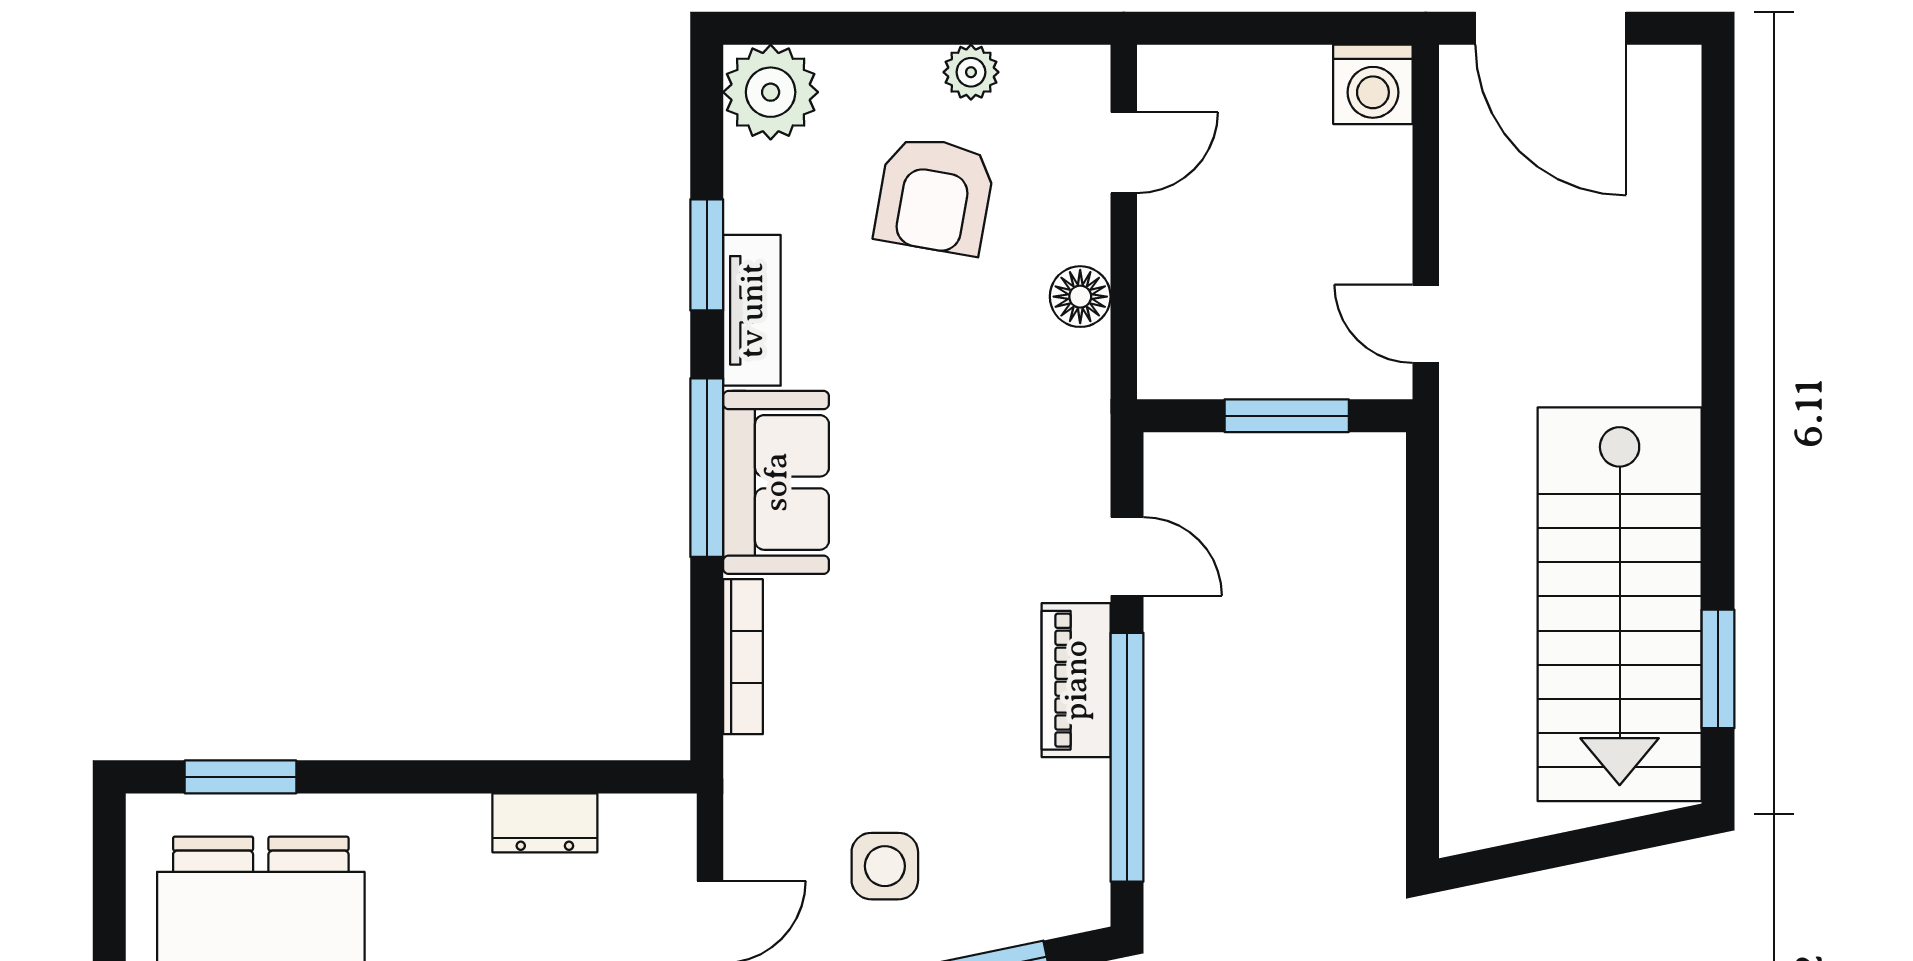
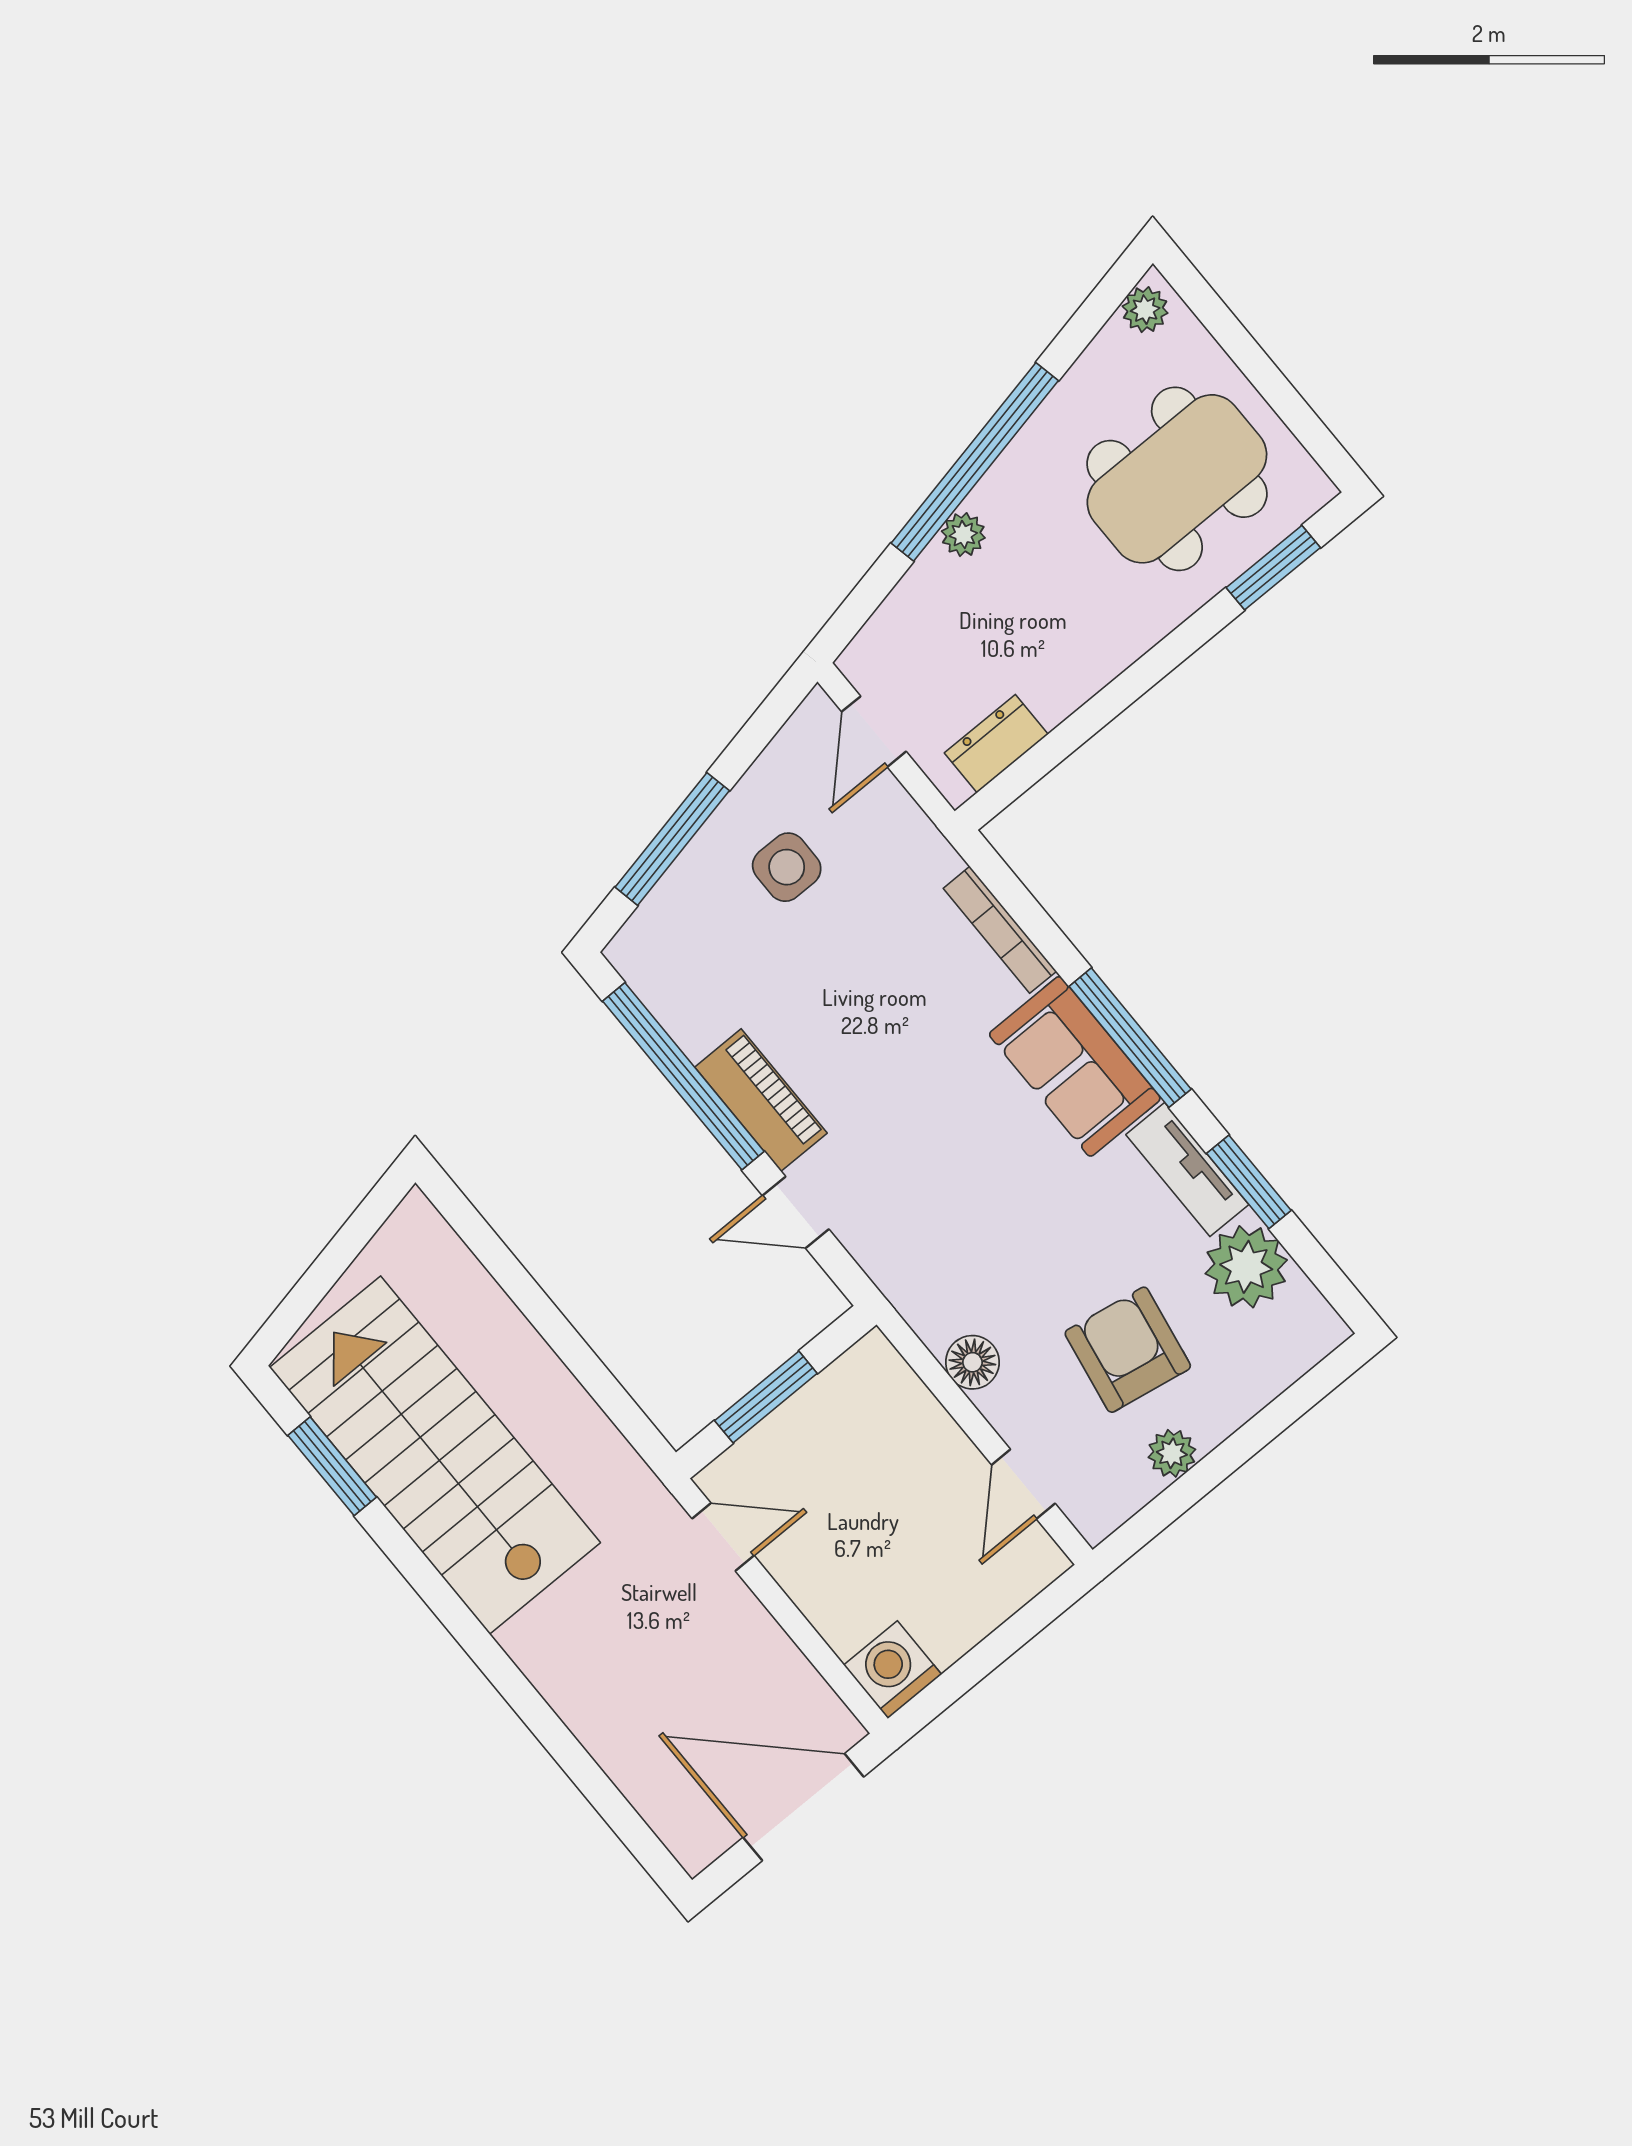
plant: (771, 92) -> (1246, 1267), moved
dresser: (545, 823) -> (996, 744), moved

